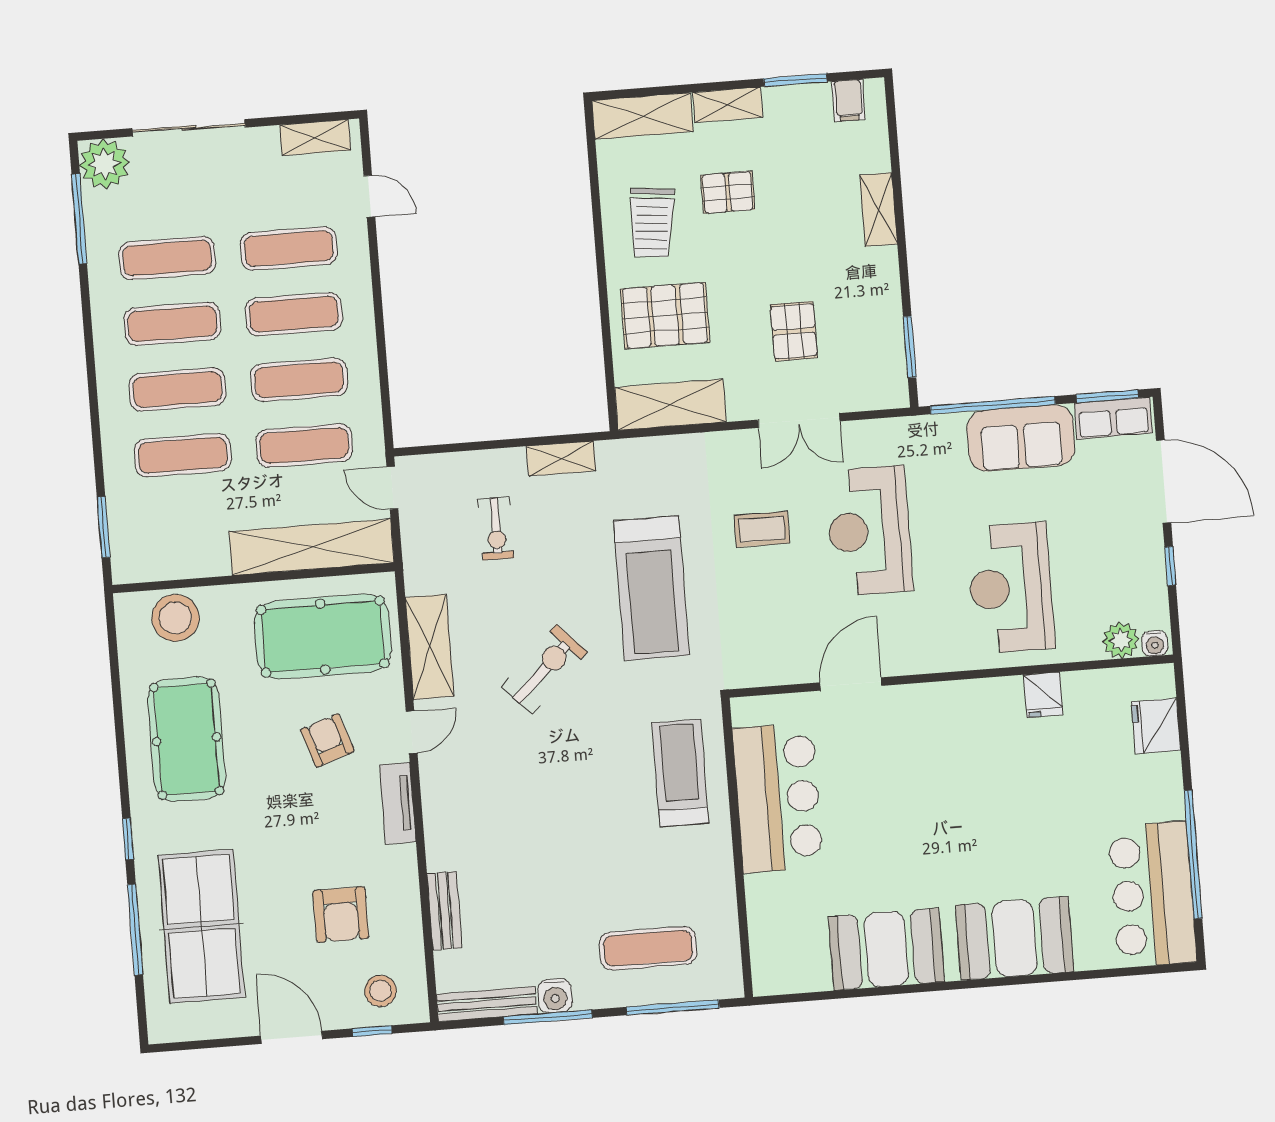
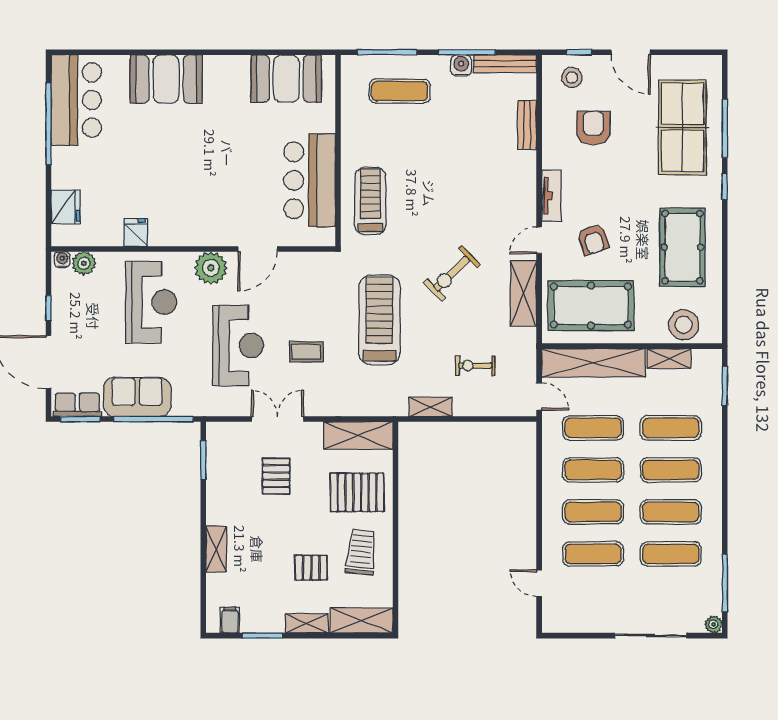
shelving: (315, 138) -> (669, 359), moved
plant: (104, 164) -> (714, 624), width x0.53, depth x0.53
exercise bike: (496, 529) -> (475, 366), turned -90
plant: (921, 649) -> (211, 268), added
treadmill: (680, 773) -> (370, 201), turned 180
booth: (886, 949) -> (286, 79), moved

